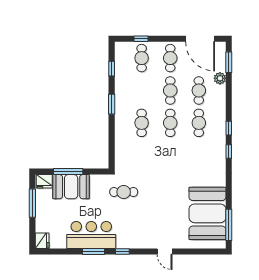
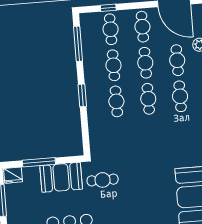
window: (112, 69) -> (78, 44), width x2.17
cafe table: (142, 90) -> (113, 65), added
window: (112, 104) -> (82, 95), moved
booth: (71, 187) -> (61, 177), moved

